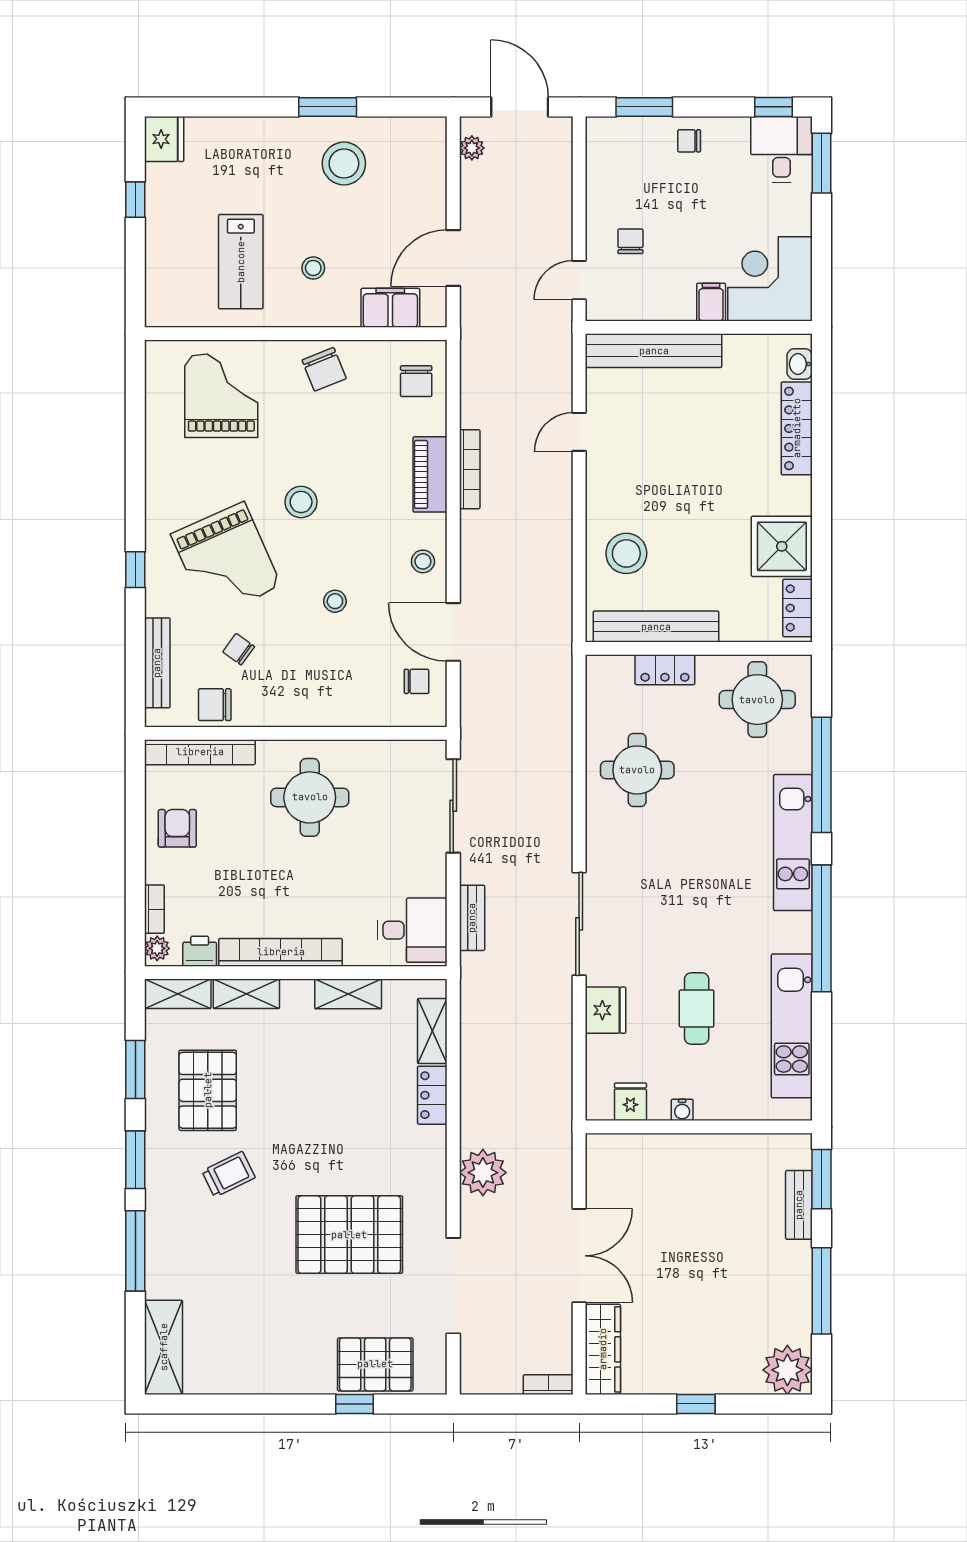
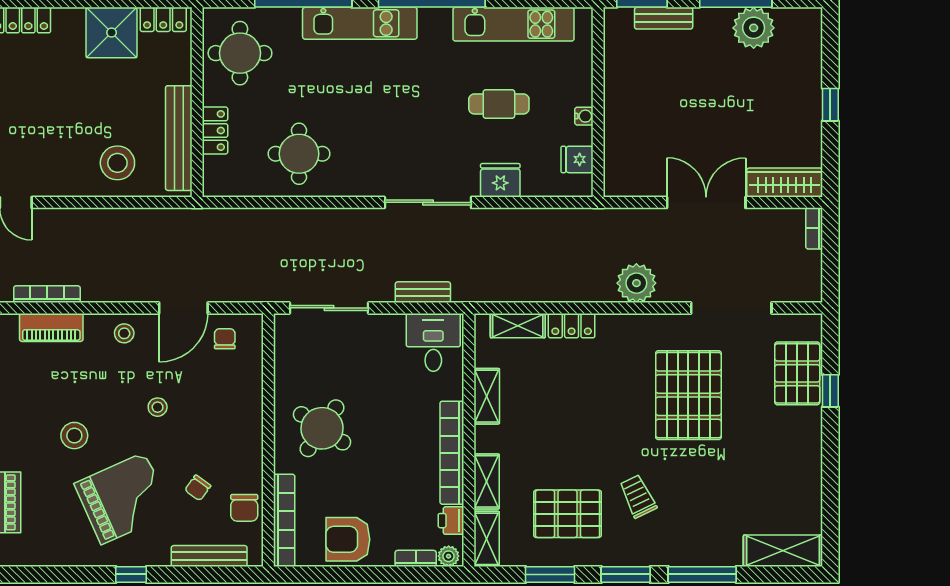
round table: (310, 797) -> (322, 428), turned 34
armchair: (177, 828) -> (348, 539), width x1.38, depth x1.38
plant: (787, 1370) -> (754, 28), moved

